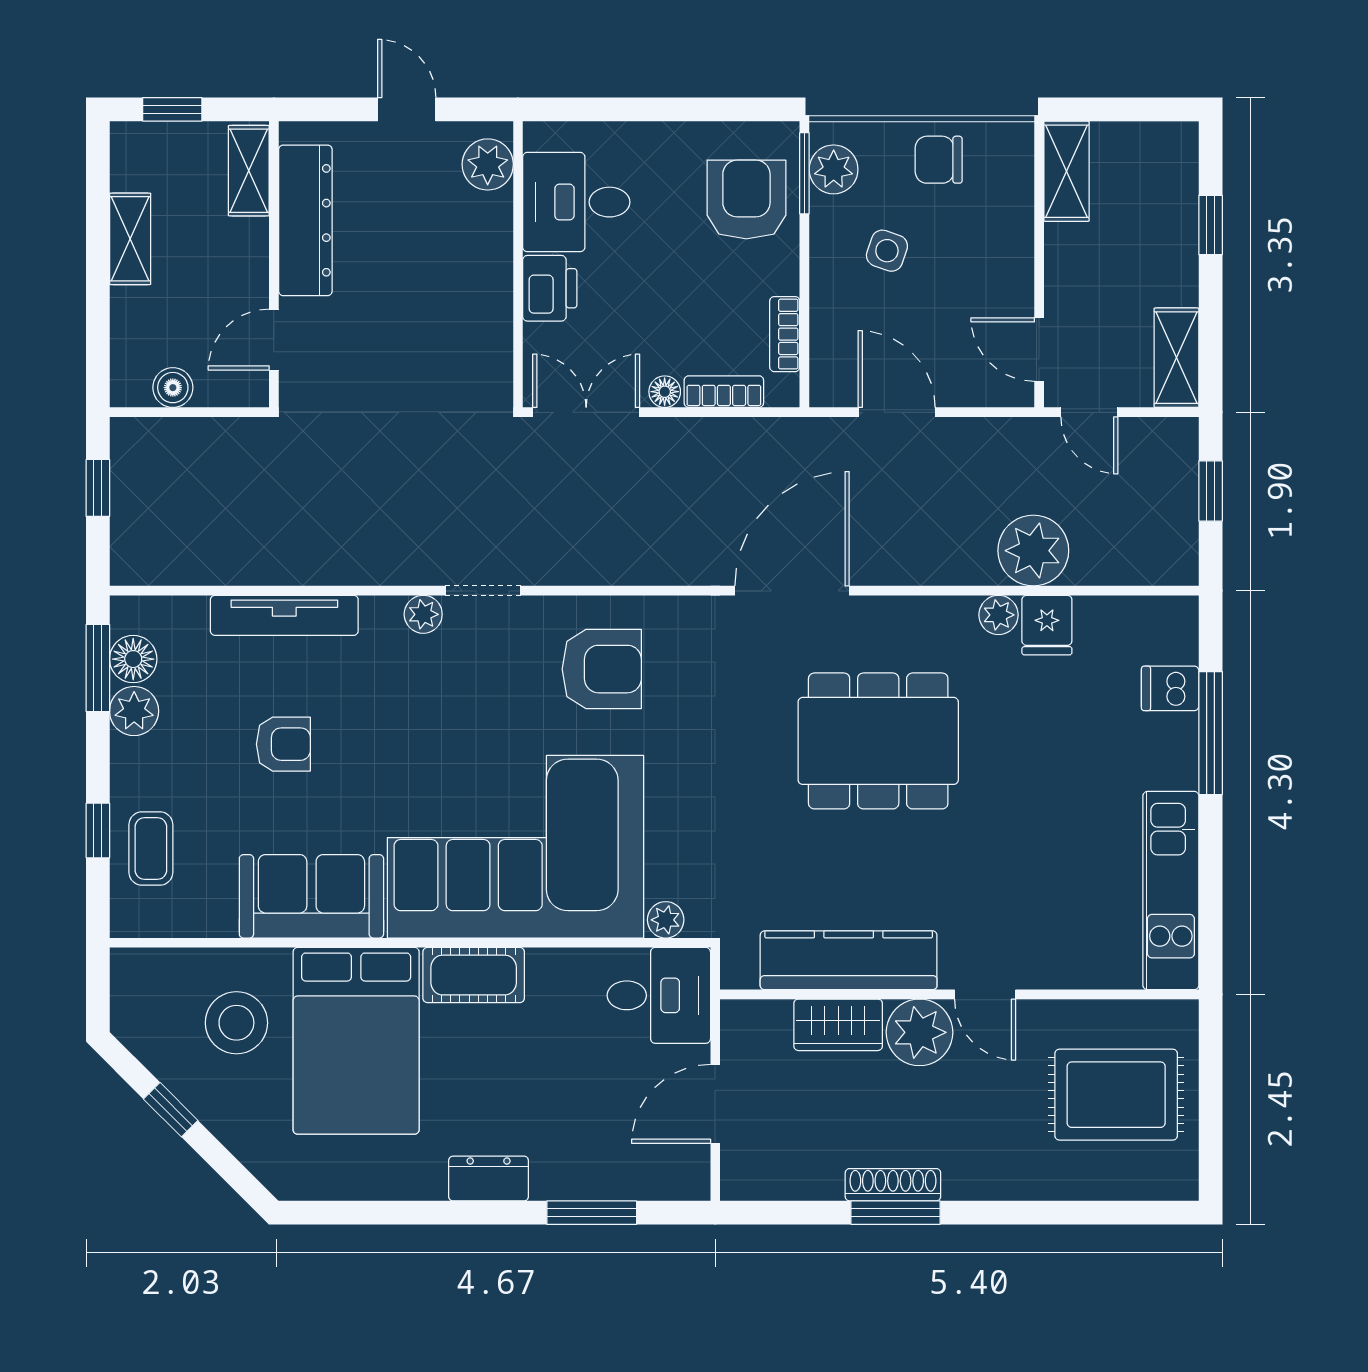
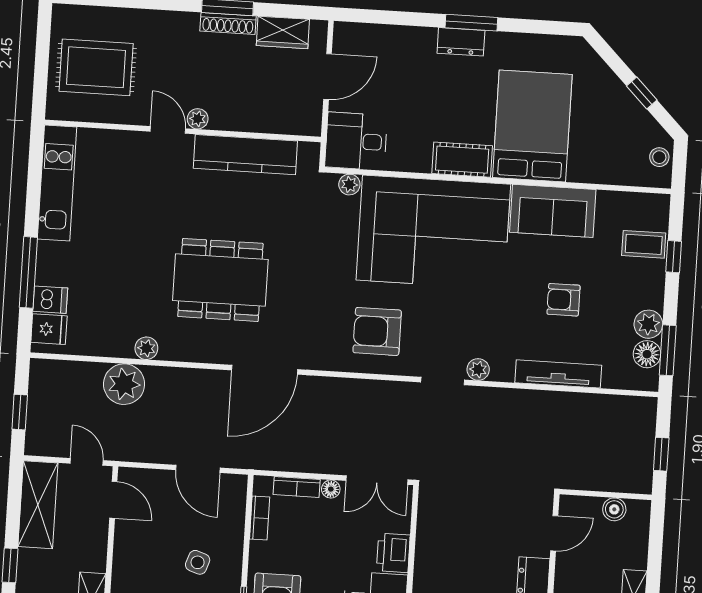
shelving: (1176, 358) -> (38, 505), width x1.50, depth x1.33
fridge: (1047, 625) -> (49, 329), moved, turned 90
coffee table: (151, 848) -> (644, 244), turned 90
stool: (236, 1023) -> (659, 157), moved, width x0.53, depth x0.53
wardrobe: (838, 1025) -> (283, 32), moved, turned 180
plant: (919, 1032) -> (198, 119), width x0.53, depth x0.53
window: (592, 1213) -> (471, 23), moved

